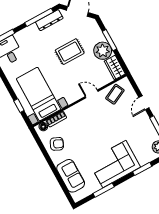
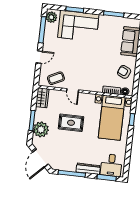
dresser: (49, 20) -> (88, 169), moved
plant: (103, 51) -> (41, 129), moved
rug: (70, 52) -> (71, 123), moved
corner sofa: (114, 164) -> (78, 26), moved

